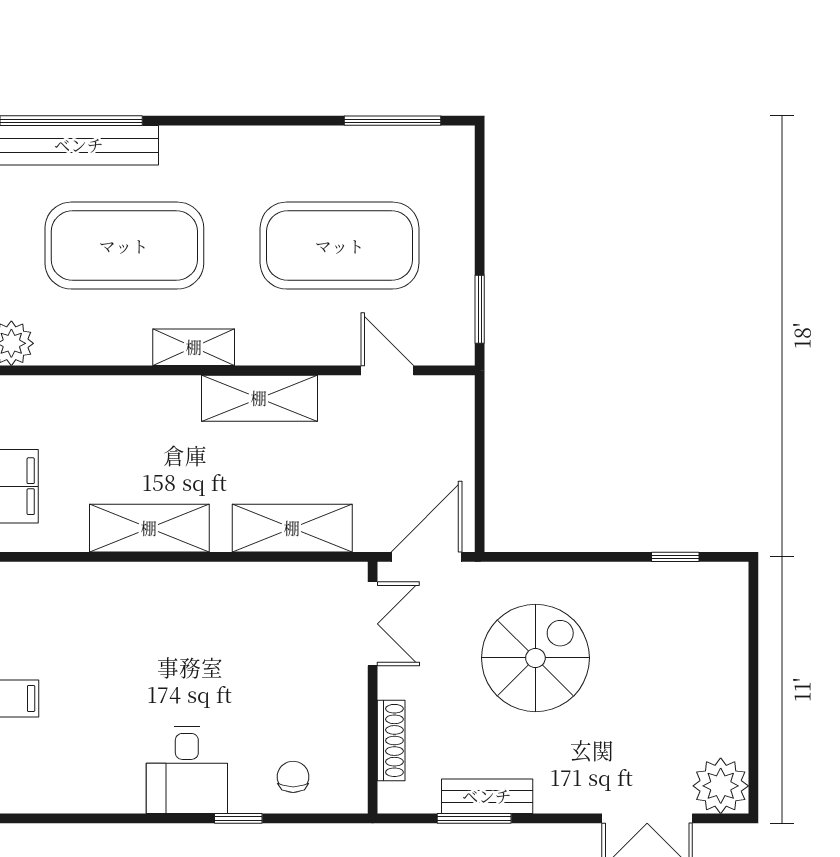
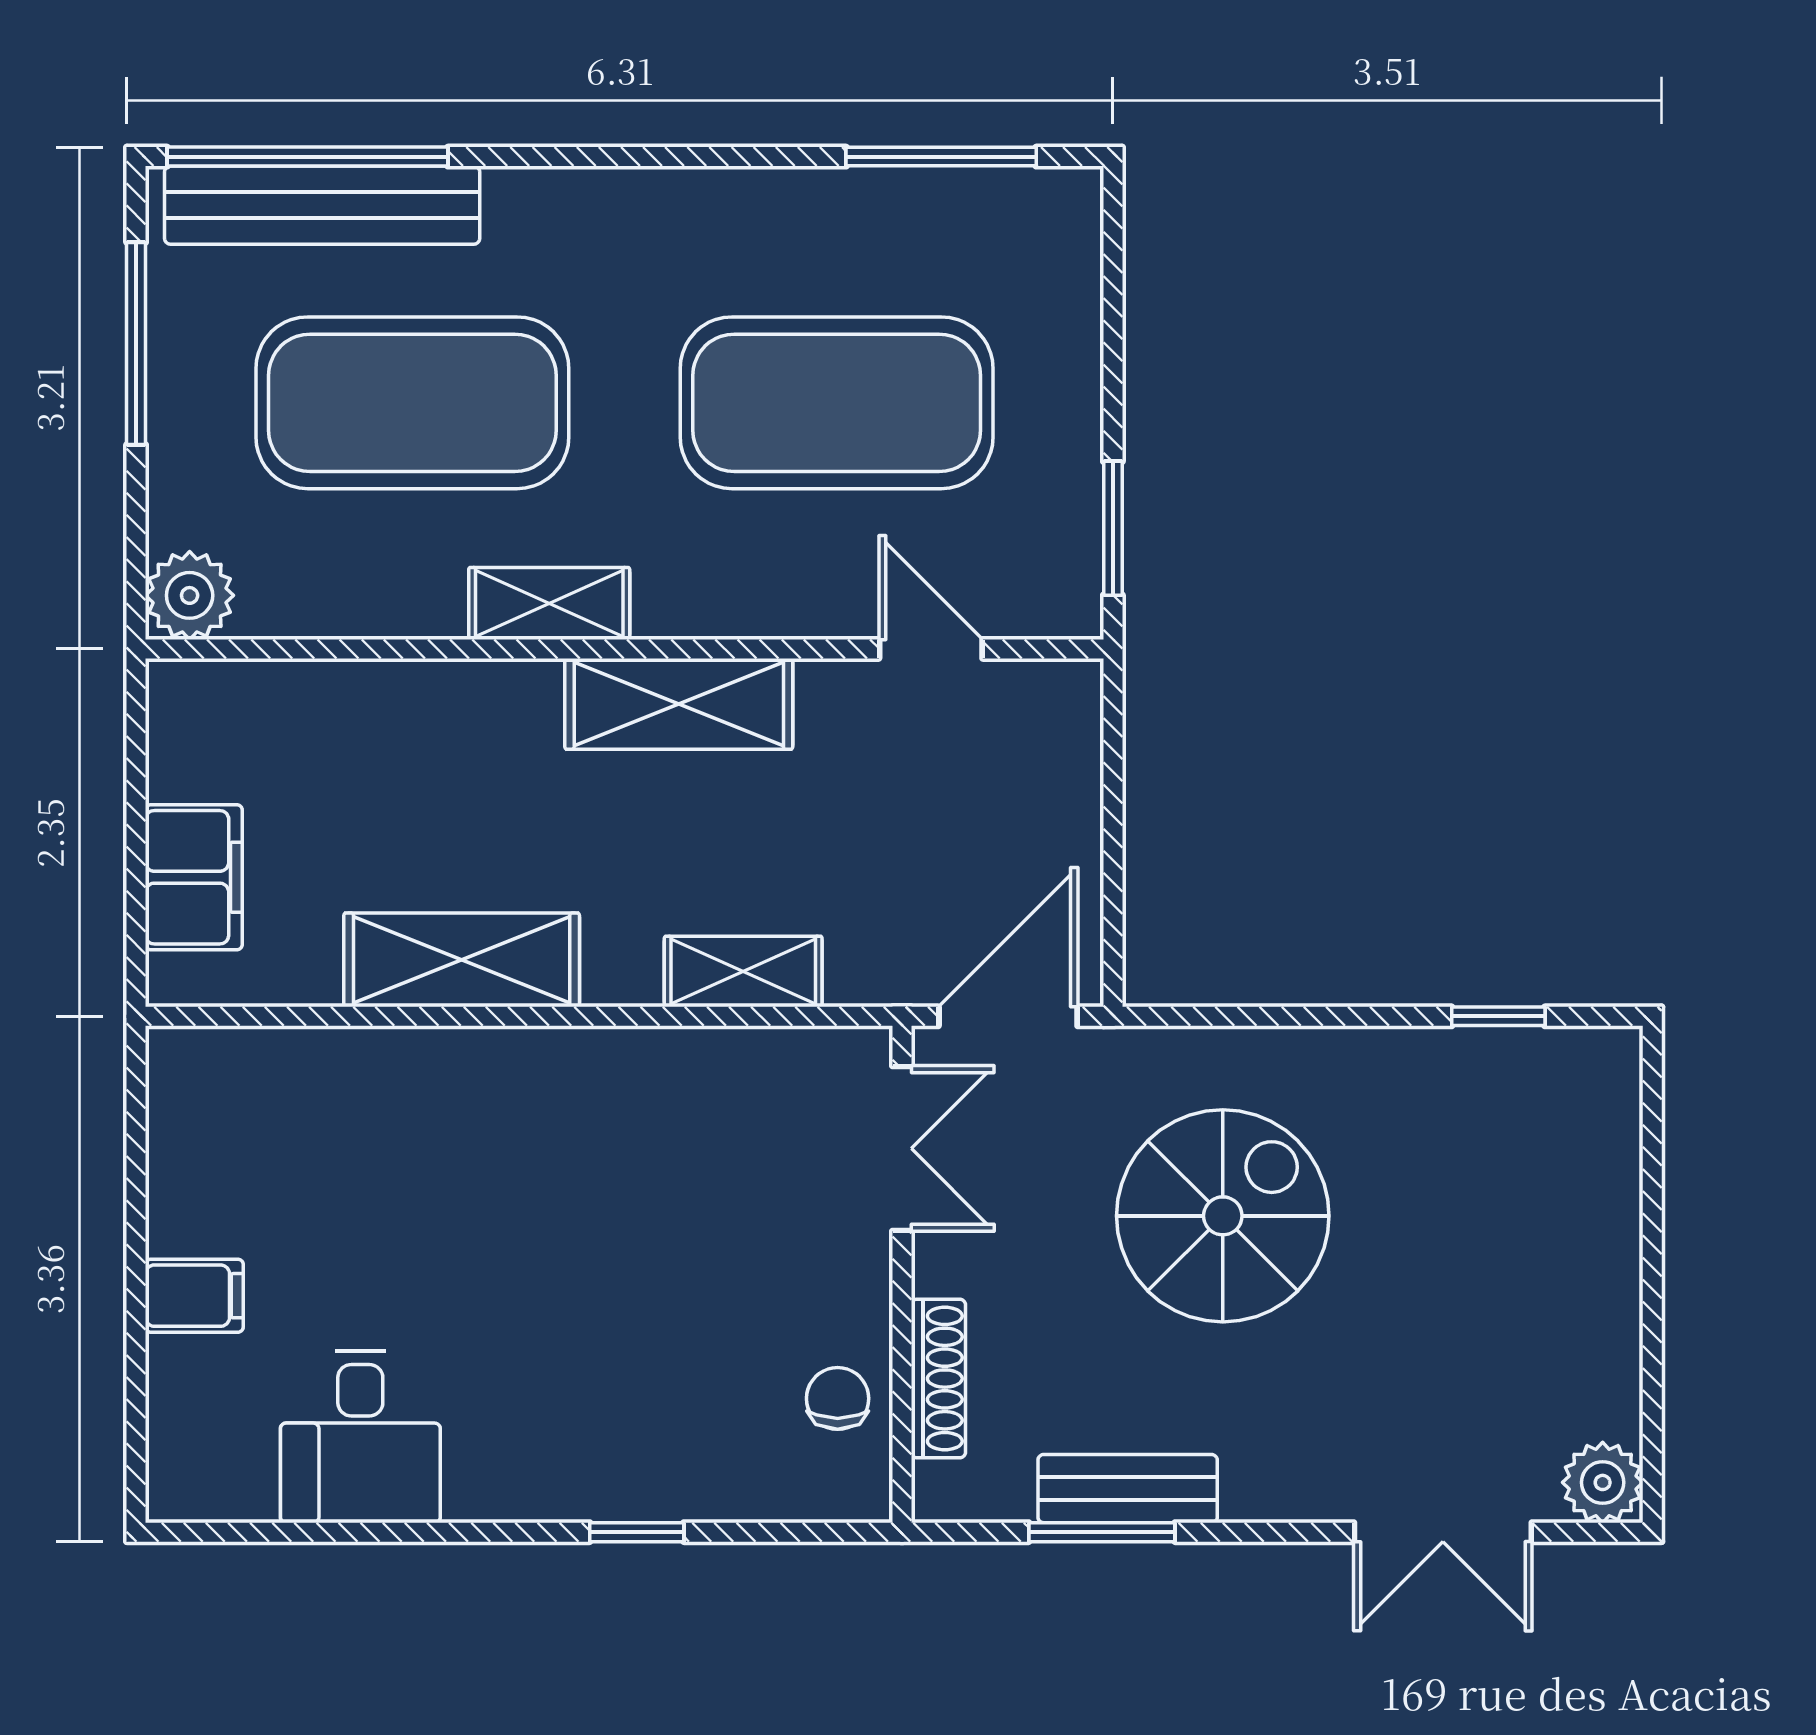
shelving: (292, 528) -> (743, 972), width x0.67, depth x0.75
desk: (187, 770) -> (360, 1437), moved
chair: (293, 777) -> (838, 1398), moved
plant: (721, 786) -> (1603, 1482), width x0.73, depth x0.73

